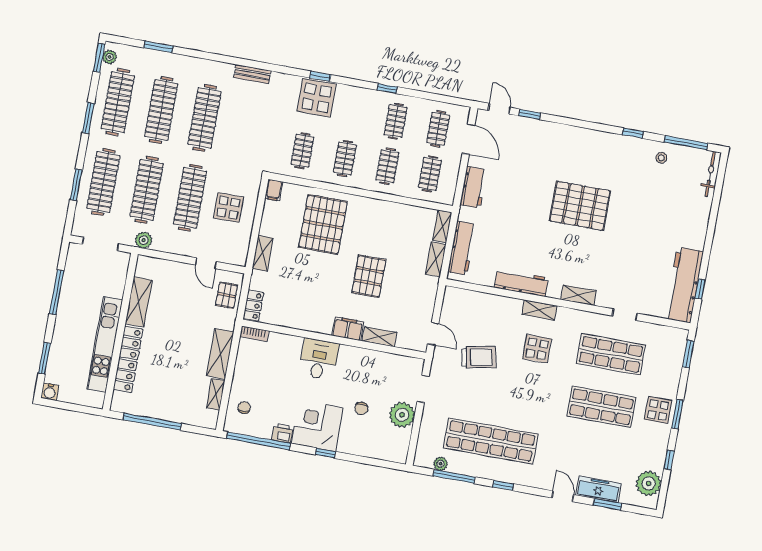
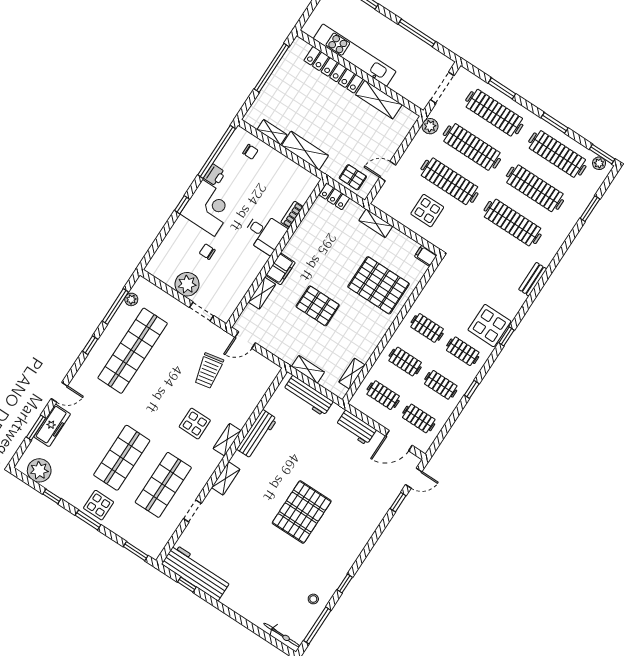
clothes rail: (302, 151) -> (463, 351), moved
shelving: (442, 226) -> (352, 373), moved, turned 90
bookcase: (254, 334) -> (292, 214), moved

